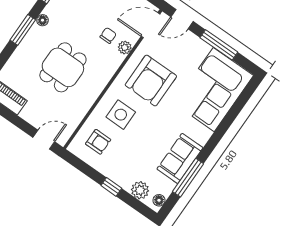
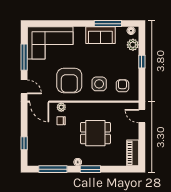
armchair: (151, 81) -> (69, 80), turned 90

